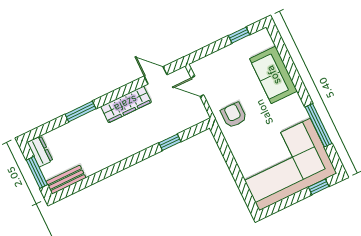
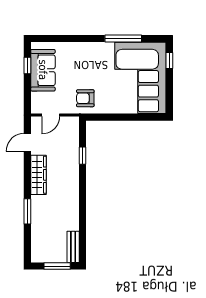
sofa: (273, 75) -> (43, 70), moved, turned -90
dresser: (40, 152) -> (43, 256), removed

